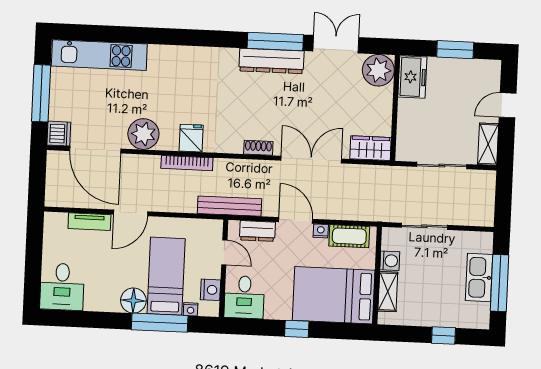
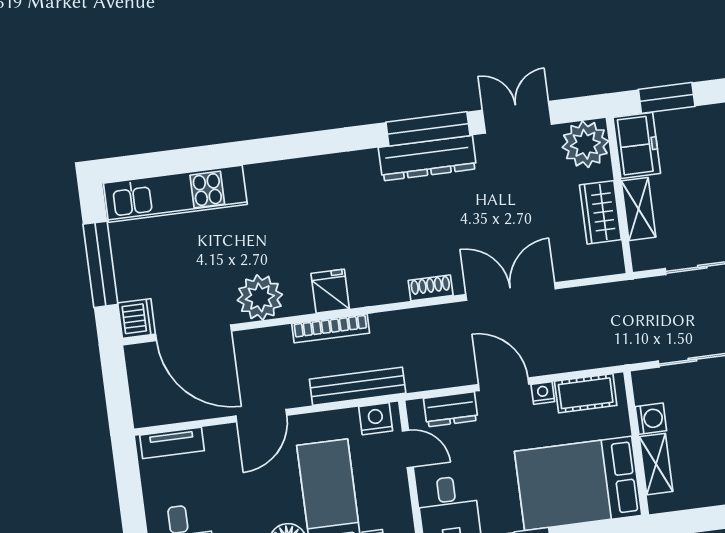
window: (455, 50) -> (667, 98), moved
shelving: (406, 120) -> (638, 209), added
wardrobe: (370, 148) -> (600, 212), moved, turned -90
bench: (230, 206) -> (358, 386), moved
tv unit: (89, 222) -> (172, 443), moved
nightstand: (211, 290) -> (376, 419), moved, turned -90

